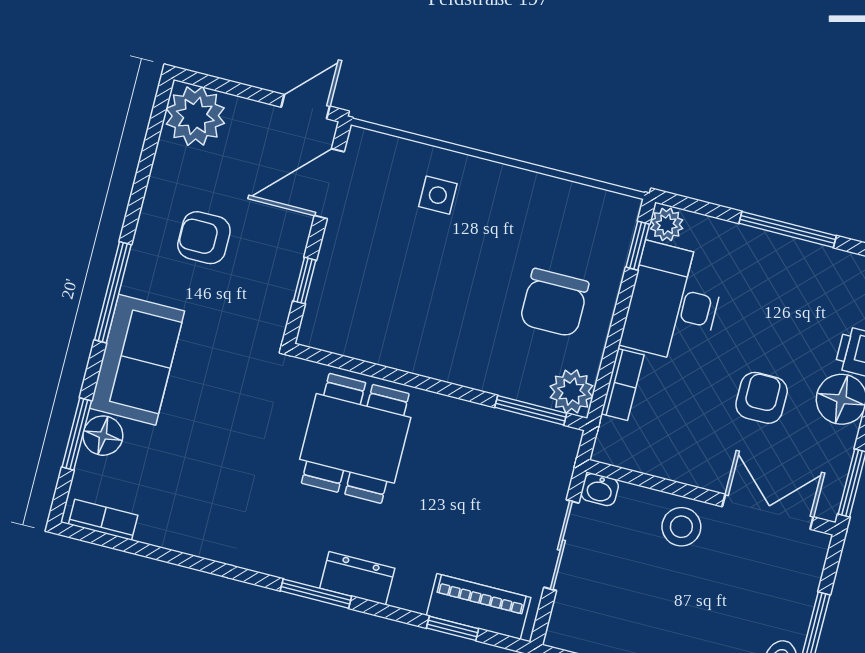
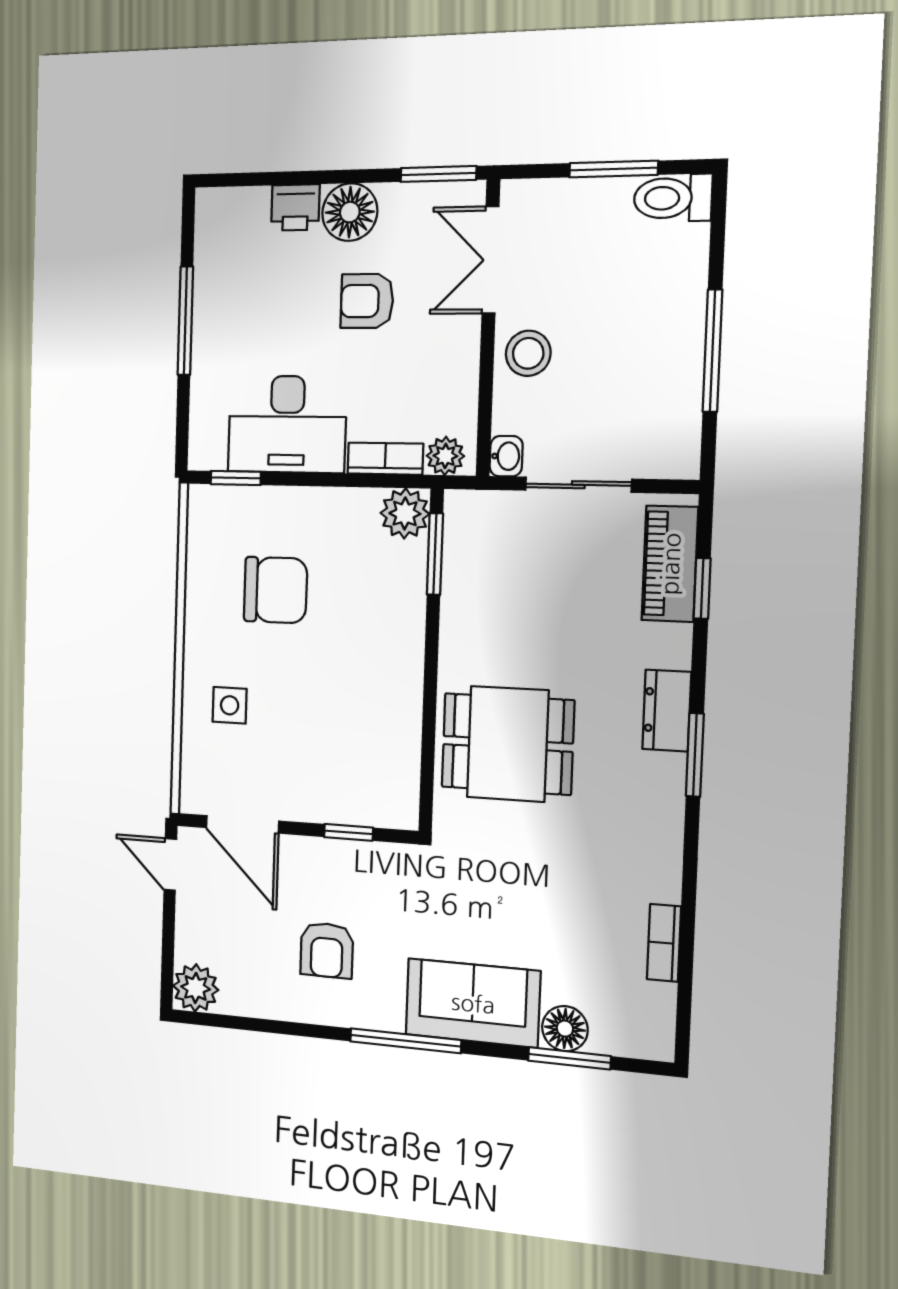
plant: (195, 116) -> (196, 988), width x0.73, depth x0.73
plant: (667, 224) -> (445, 456), moved
chair: (554, 303) -> (276, 590), moved
bookcase: (103, 520) -> (664, 943), moved

